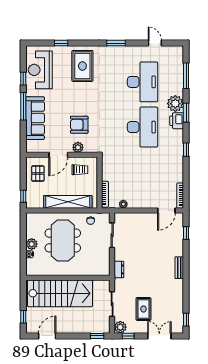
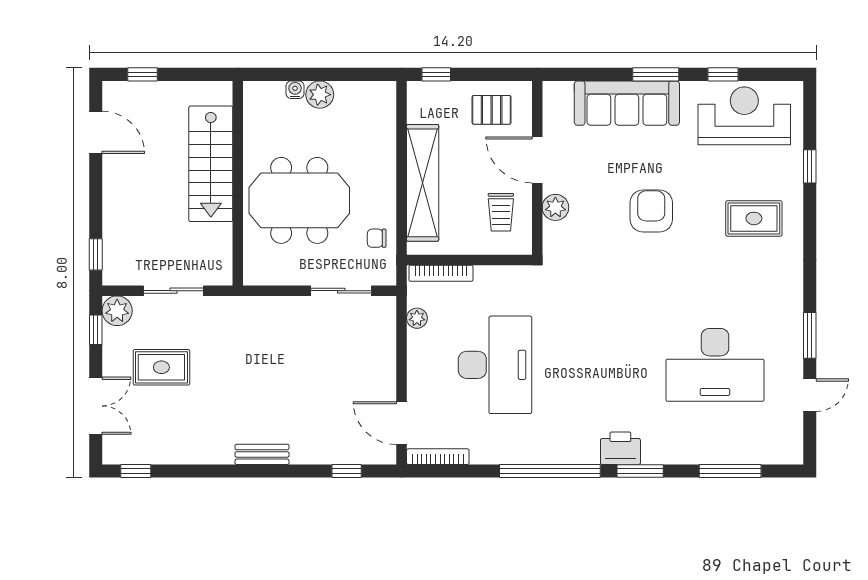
window: (116, 43) -> (810, 335), moved
rug: (82, 66) -> (754, 218), width x0.73, depth x0.70
plant: (175, 104) -> (662, 445), removed
window: (23, 106) -> (656, 74), width x0.69
armchair: (79, 125) -> (651, 211), moved
desk: (142, 127) -> (495, 365), moved, turned -90
window: (186, 150) -> (550, 471), width x3.17
meeting table: (63, 240) -> (299, 200), moved
dresser: (119, 269) -> (258, 307), removed
stairs: (60, 293) -> (211, 164), width x0.73, depth x0.66

